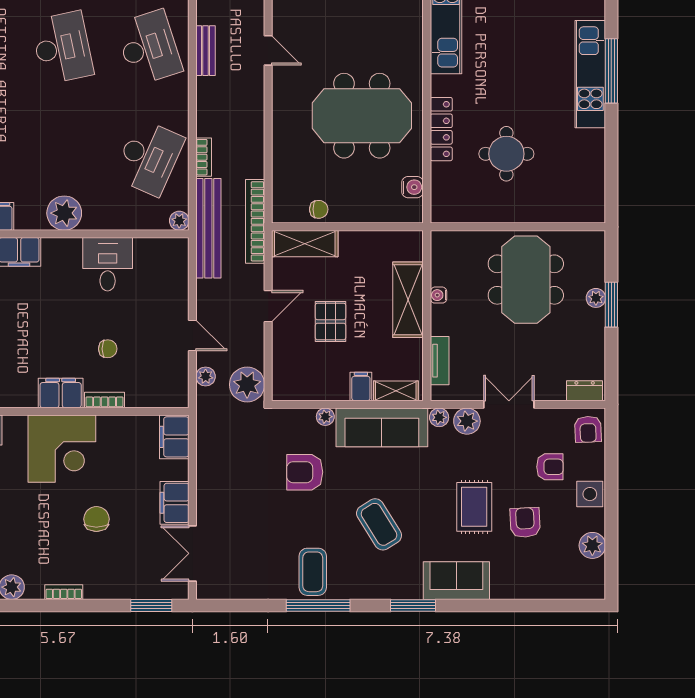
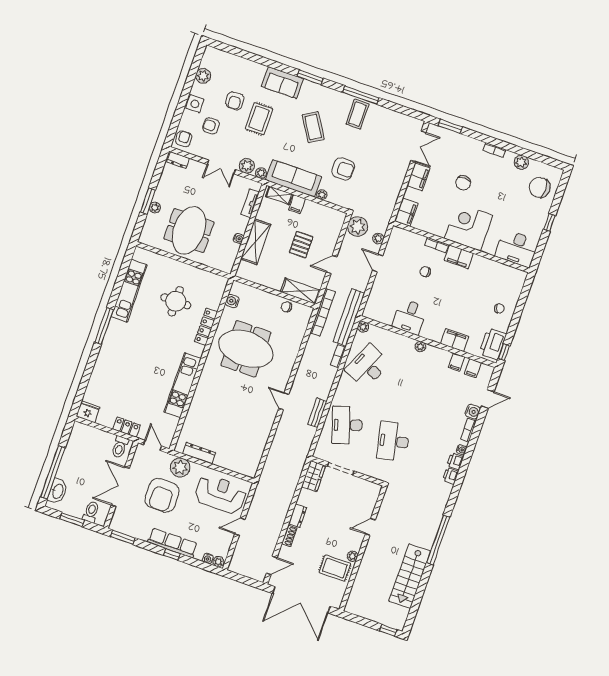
kitchen unit: (590, 74) -> (129, 291), moved
plant: (64, 213) -> (420, 347), width x0.53, depth x0.53

